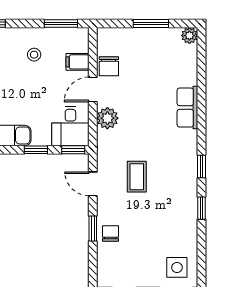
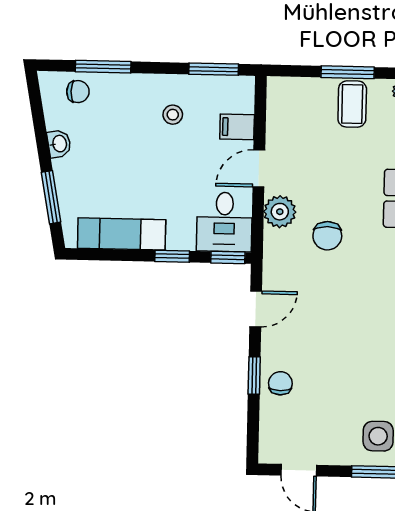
chair: (109, 66) -> (327, 236), moved
coffee table: (137, 177) -> (352, 104), moved
door: (93, 184) -> (256, 309), swing flipped

